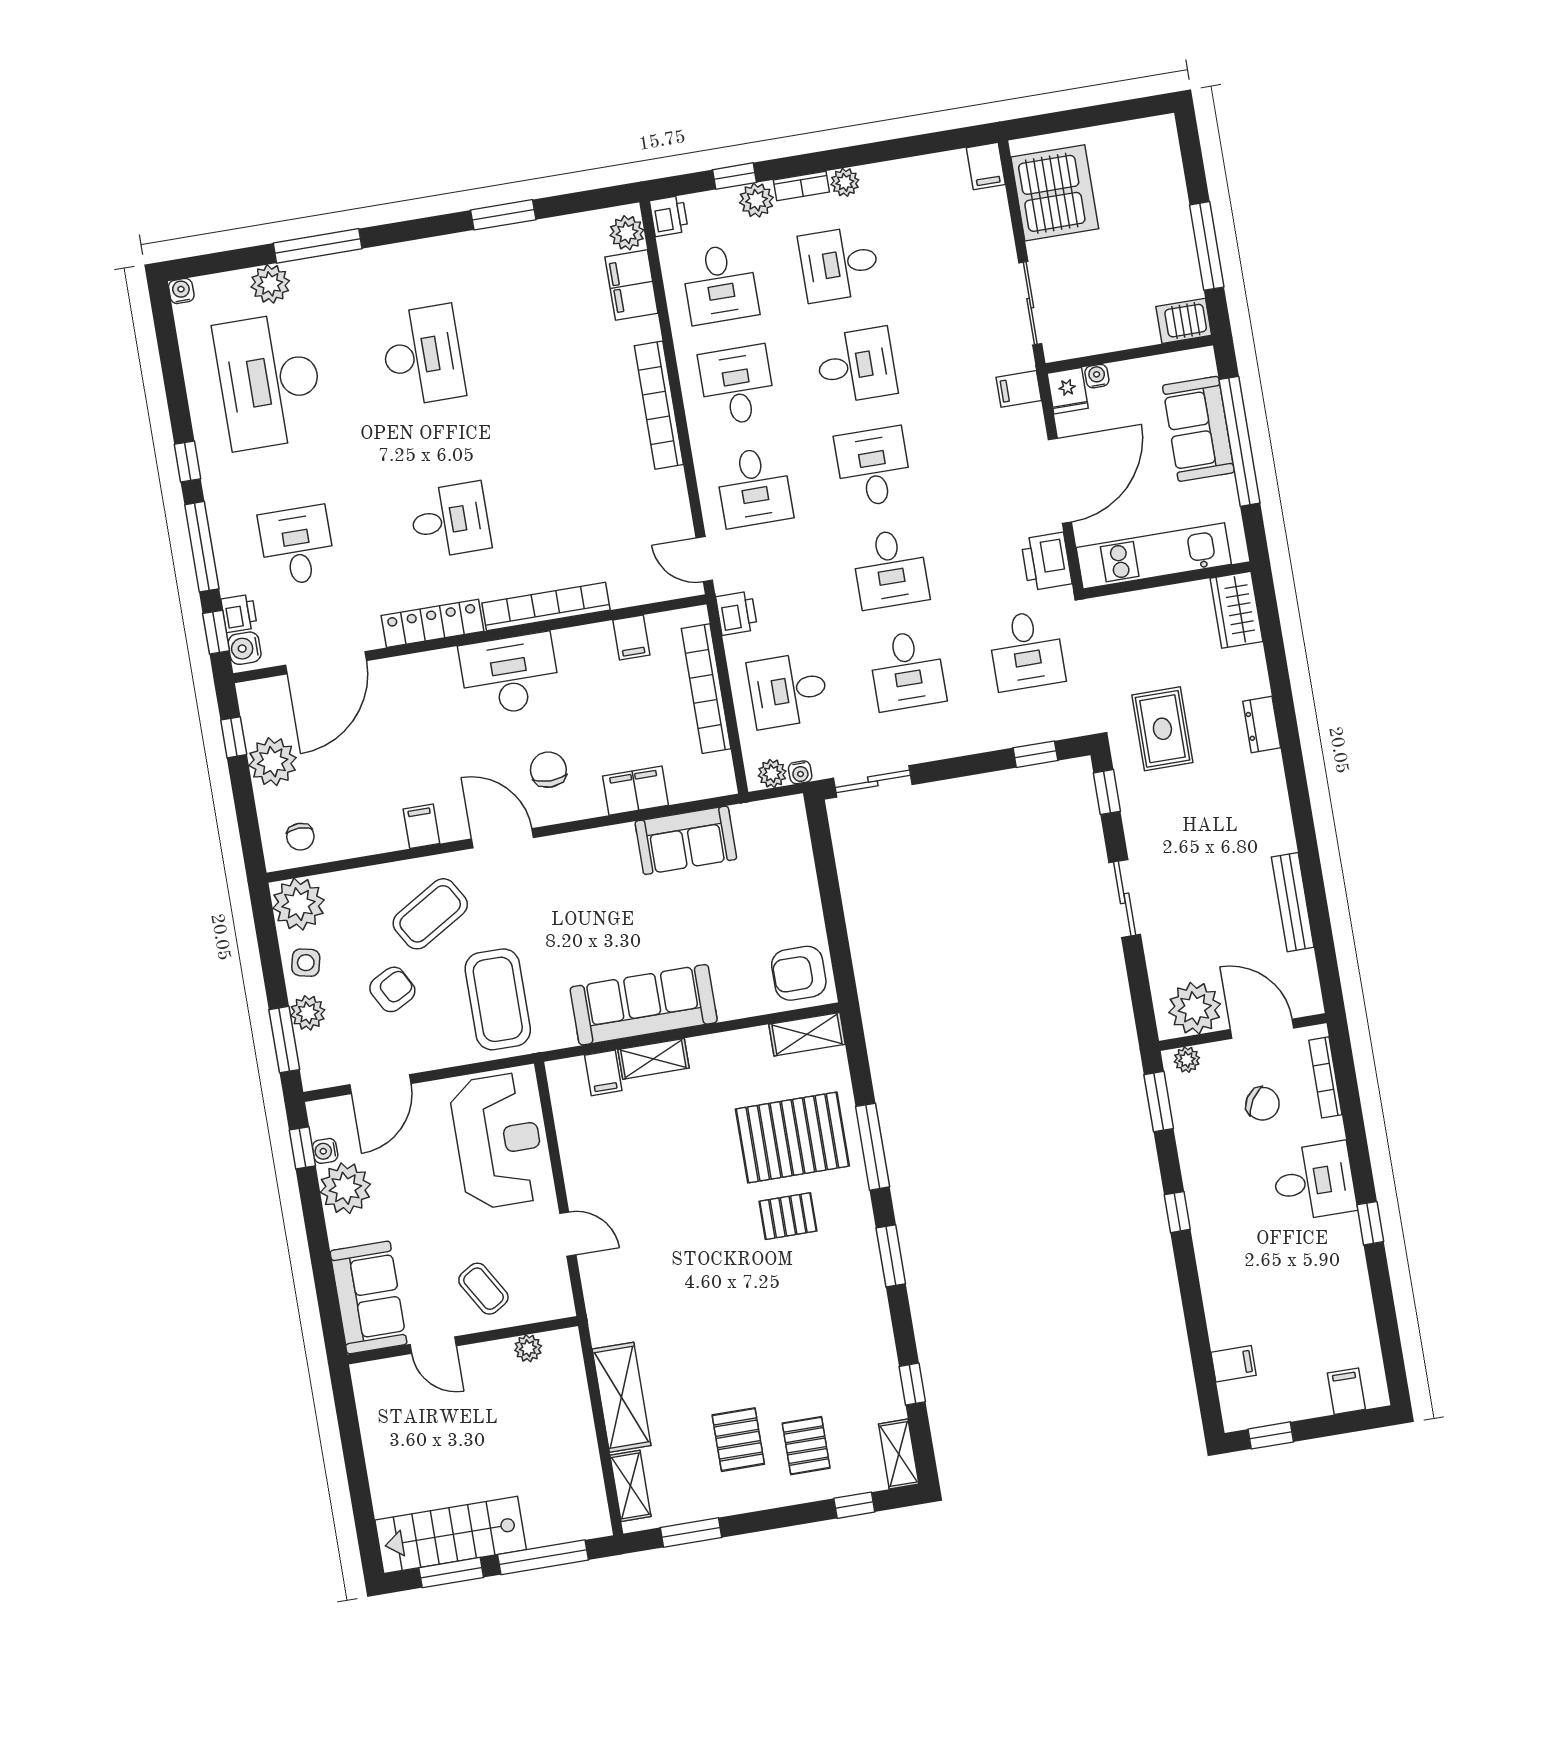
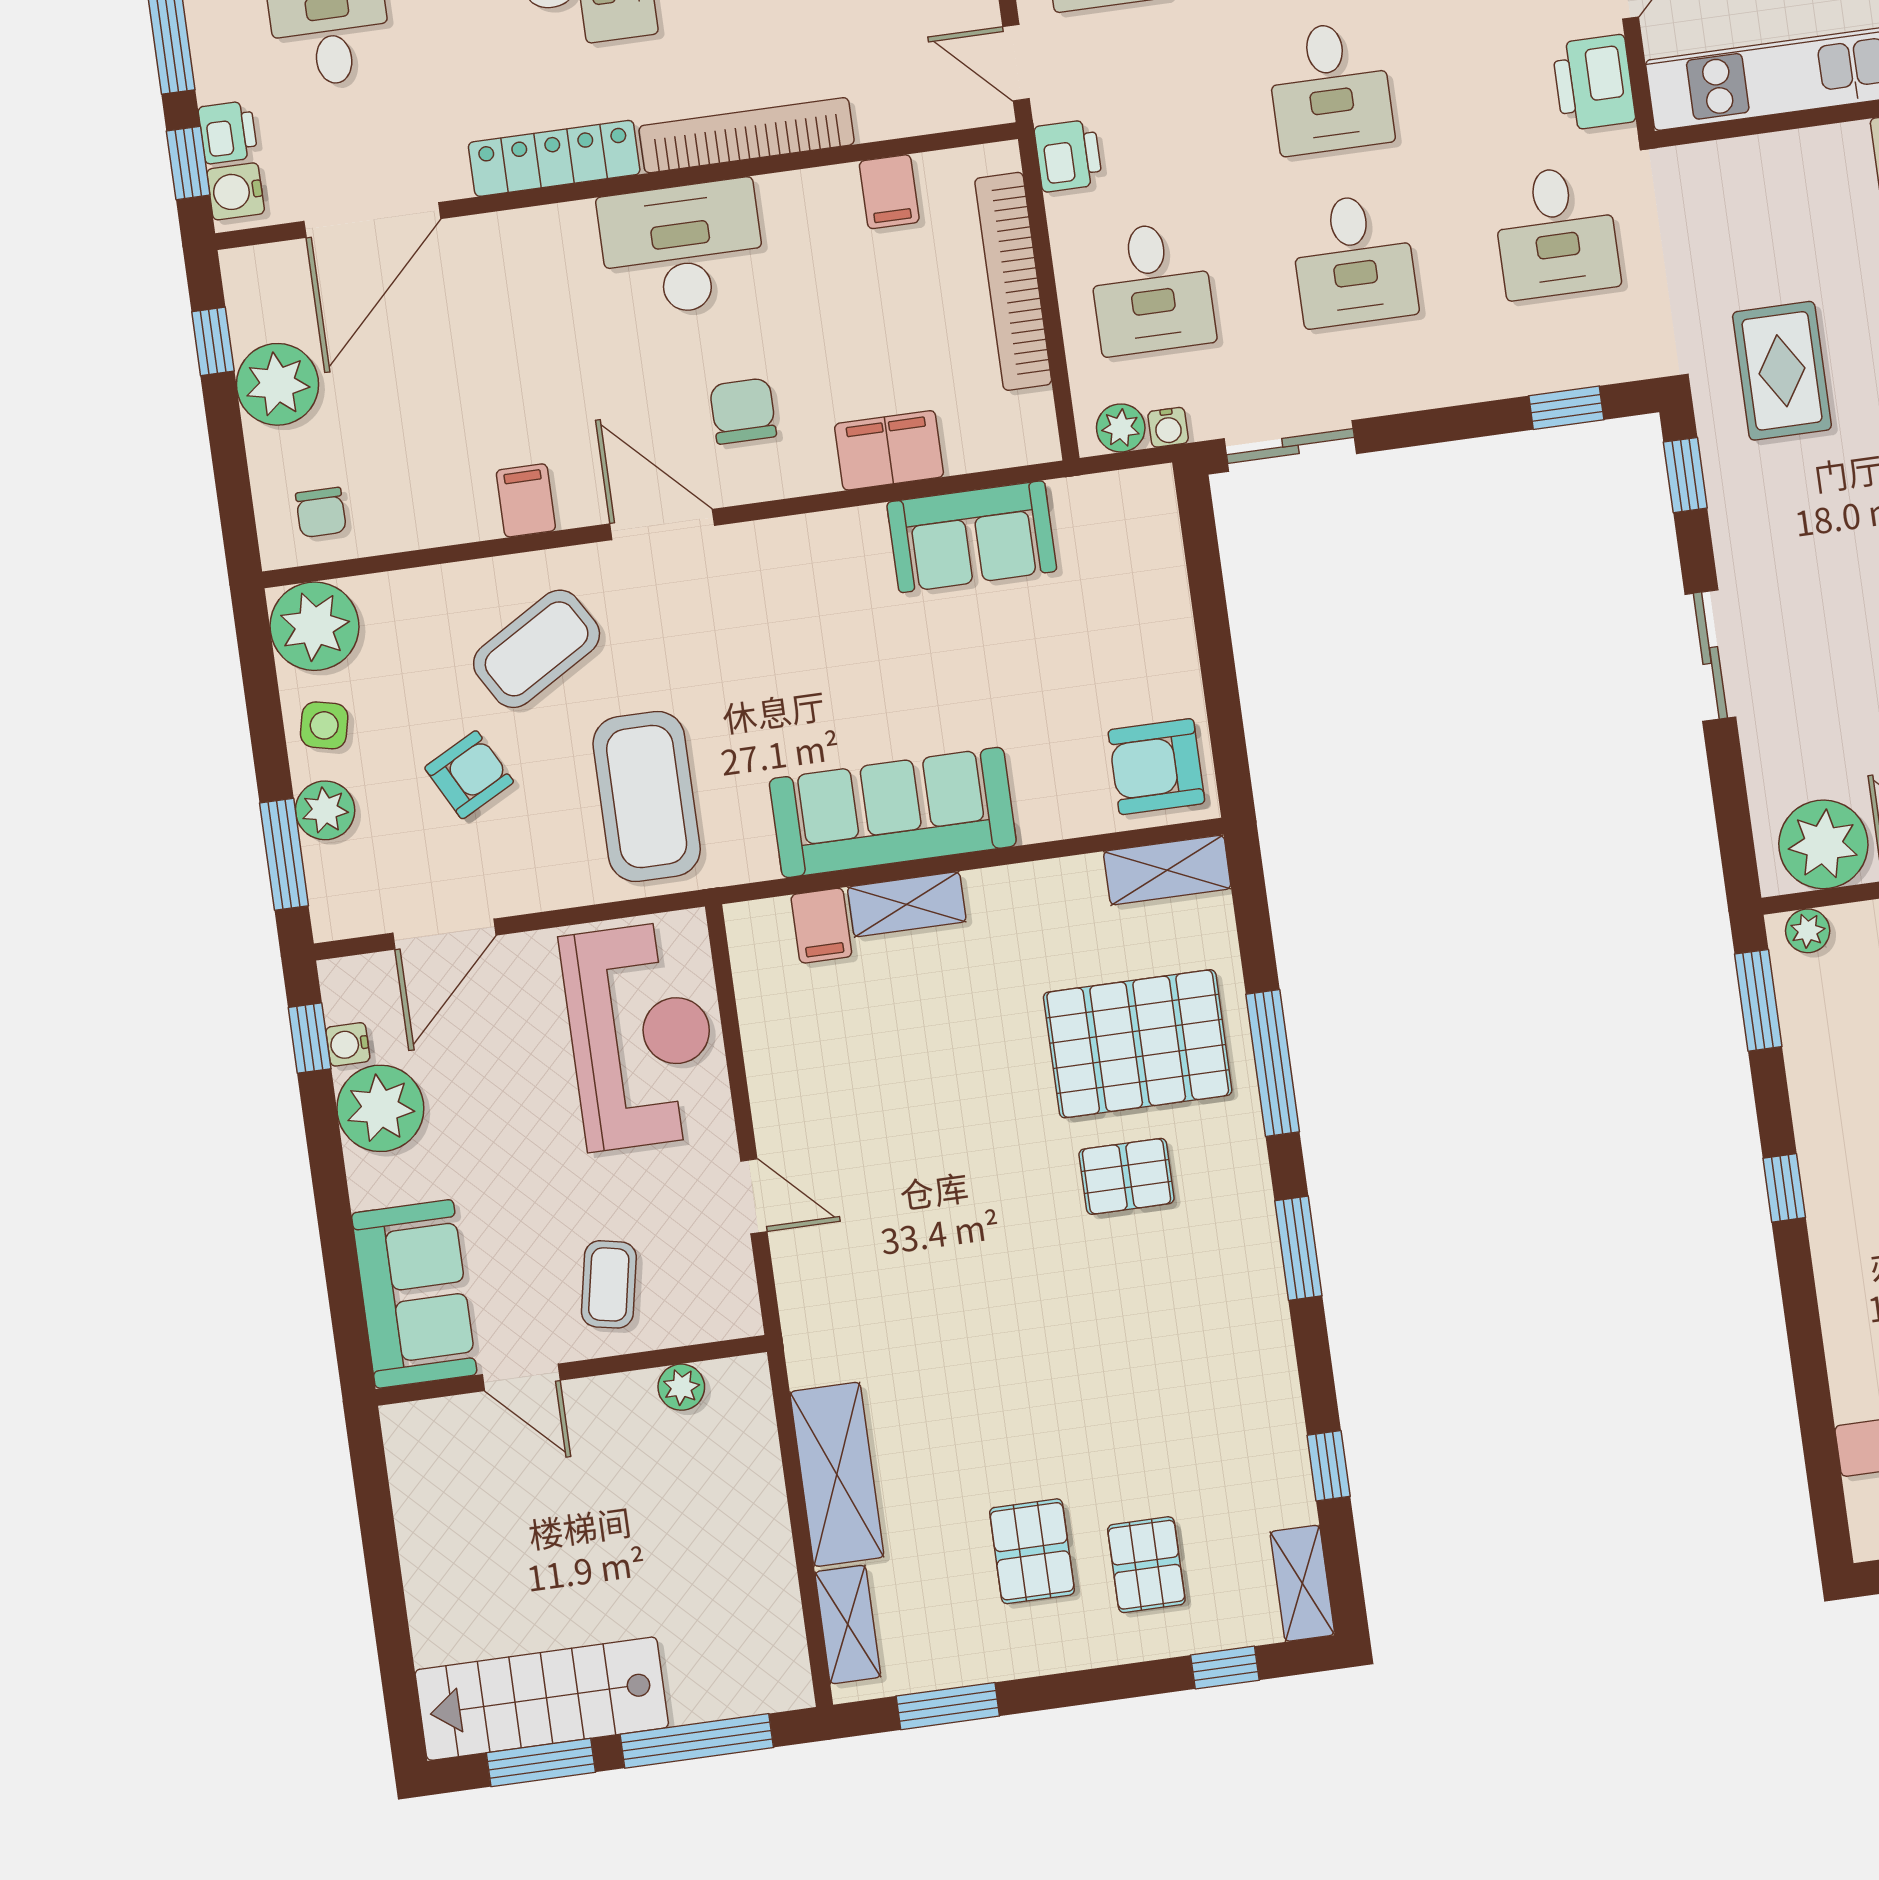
desk: (788, 690) -> (1151, 288), turned -90
coffee table: (483, 1289) -> (609, 1284), turned 42

